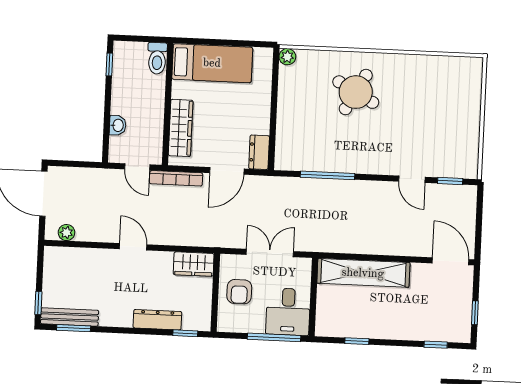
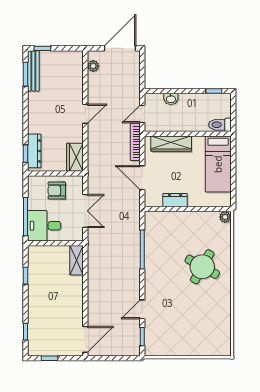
dresser: (259, 152) -> (175, 200), moved
shelving: (363, 273) -> (76, 260), width x0.45, depth x0.75
dresser: (157, 320) -> (34, 151), moved

